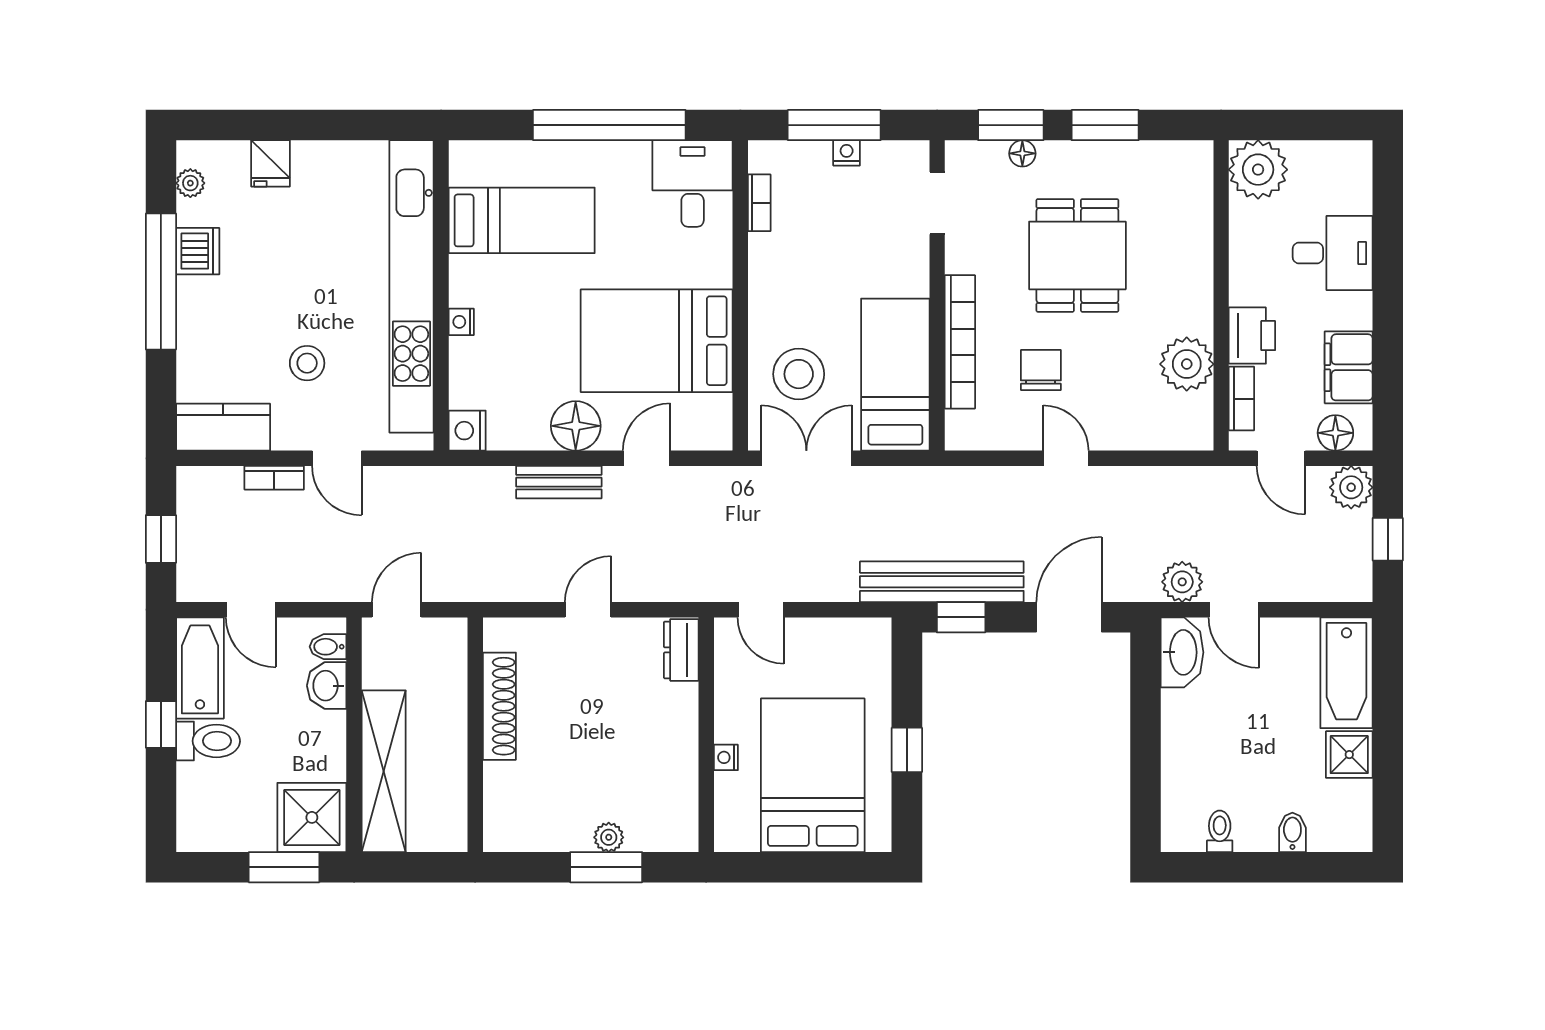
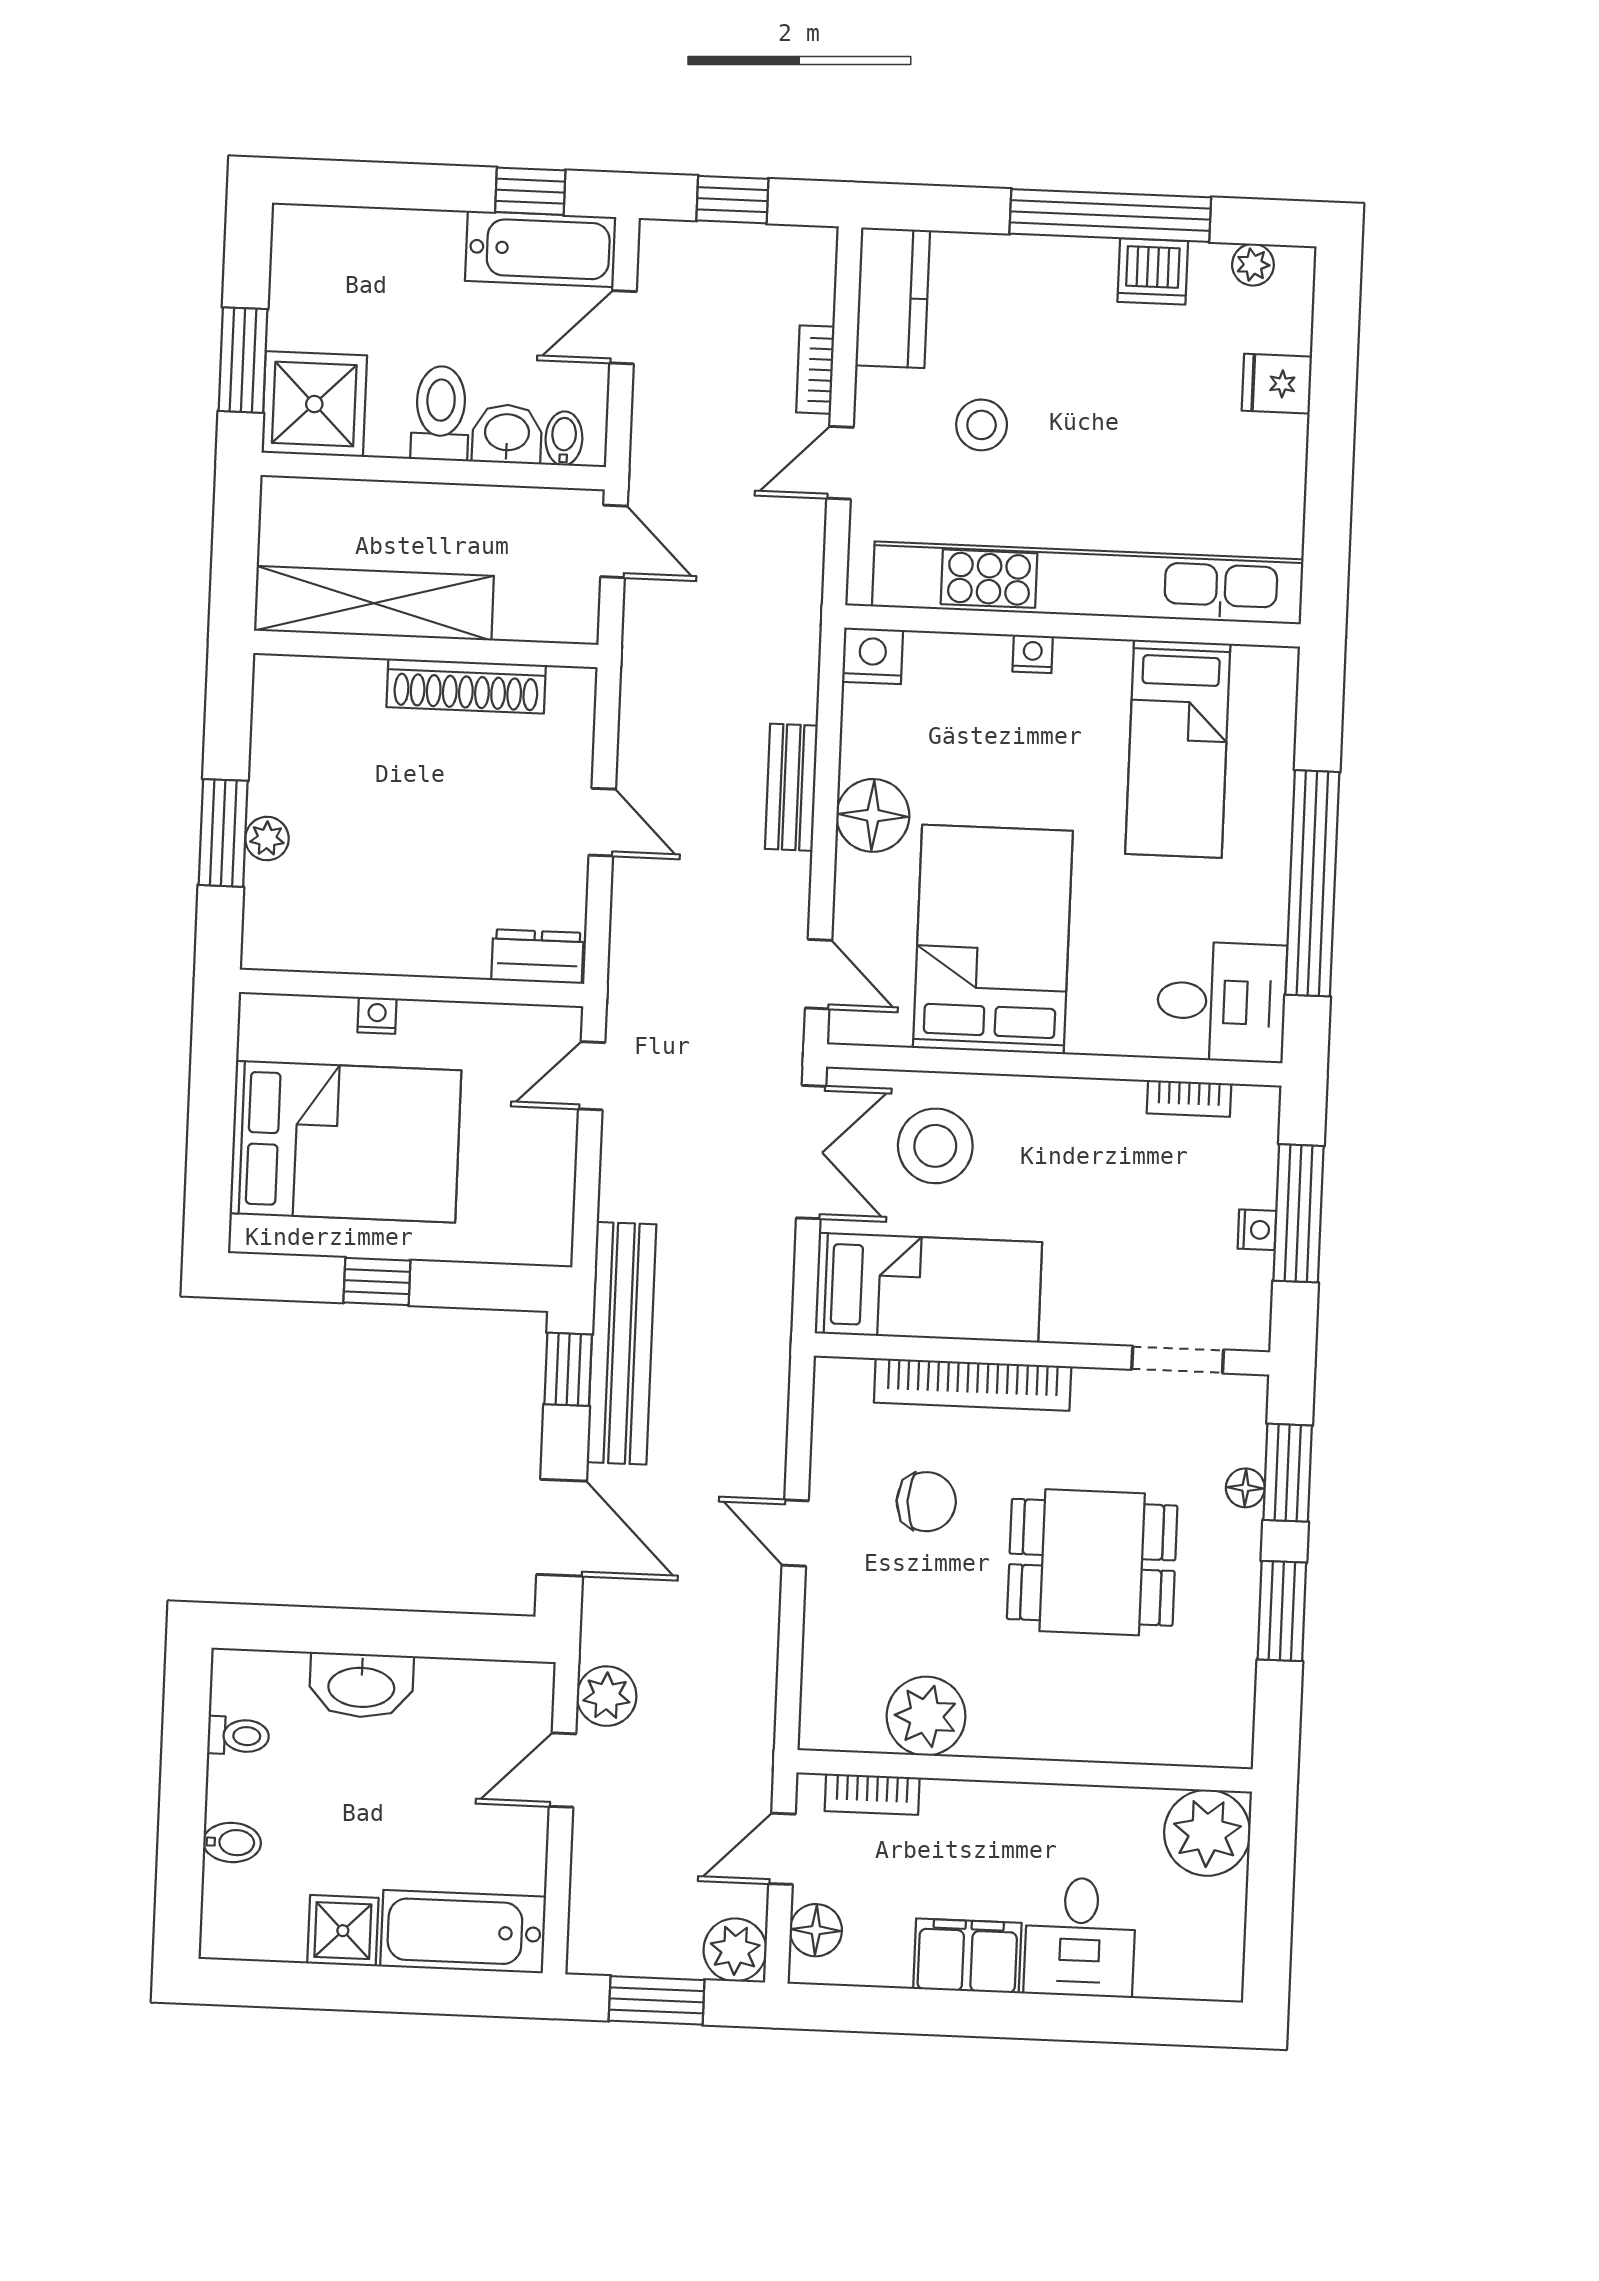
printer: (1252, 336) -> (964, 1814), removed
filing cabinet: (1349, 367) -> (967, 1956), moved
door: (647, 458) -> (819, 974), moved
door: (1066, 458) -> (795, 1533), swing flipped
window: (1388, 539) -> (657, 2000), width x1.50
washbasin: (1182, 652) -> (361, 1685), moved
window: (161, 724) -> (530, 191), moved
toilet: (208, 741) -> (440, 413), moved, turned 180
shelving: (384, 771) -> (374, 603), moved

